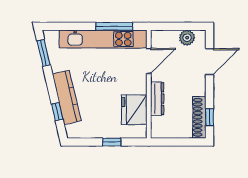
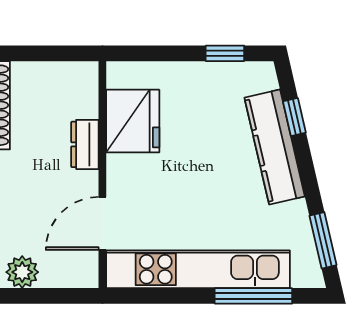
window: (114, 26) -> (253, 296), moved
dresser: (157, 99) -> (85, 144), width x0.70
window: (112, 142) -> (225, 53), moved

